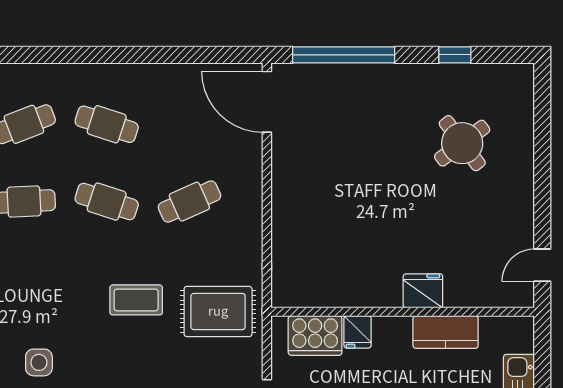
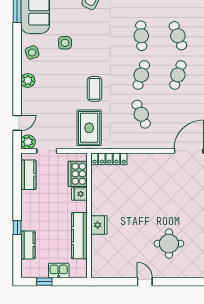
round table: (462, 143) -> (169, 244), turned 37
door: (542, 265) -> (145, 282), moved
locker: (284, 269) -> (109, 159), added
kitchen counter: (446, 332) -> (79, 236), width x1.50

